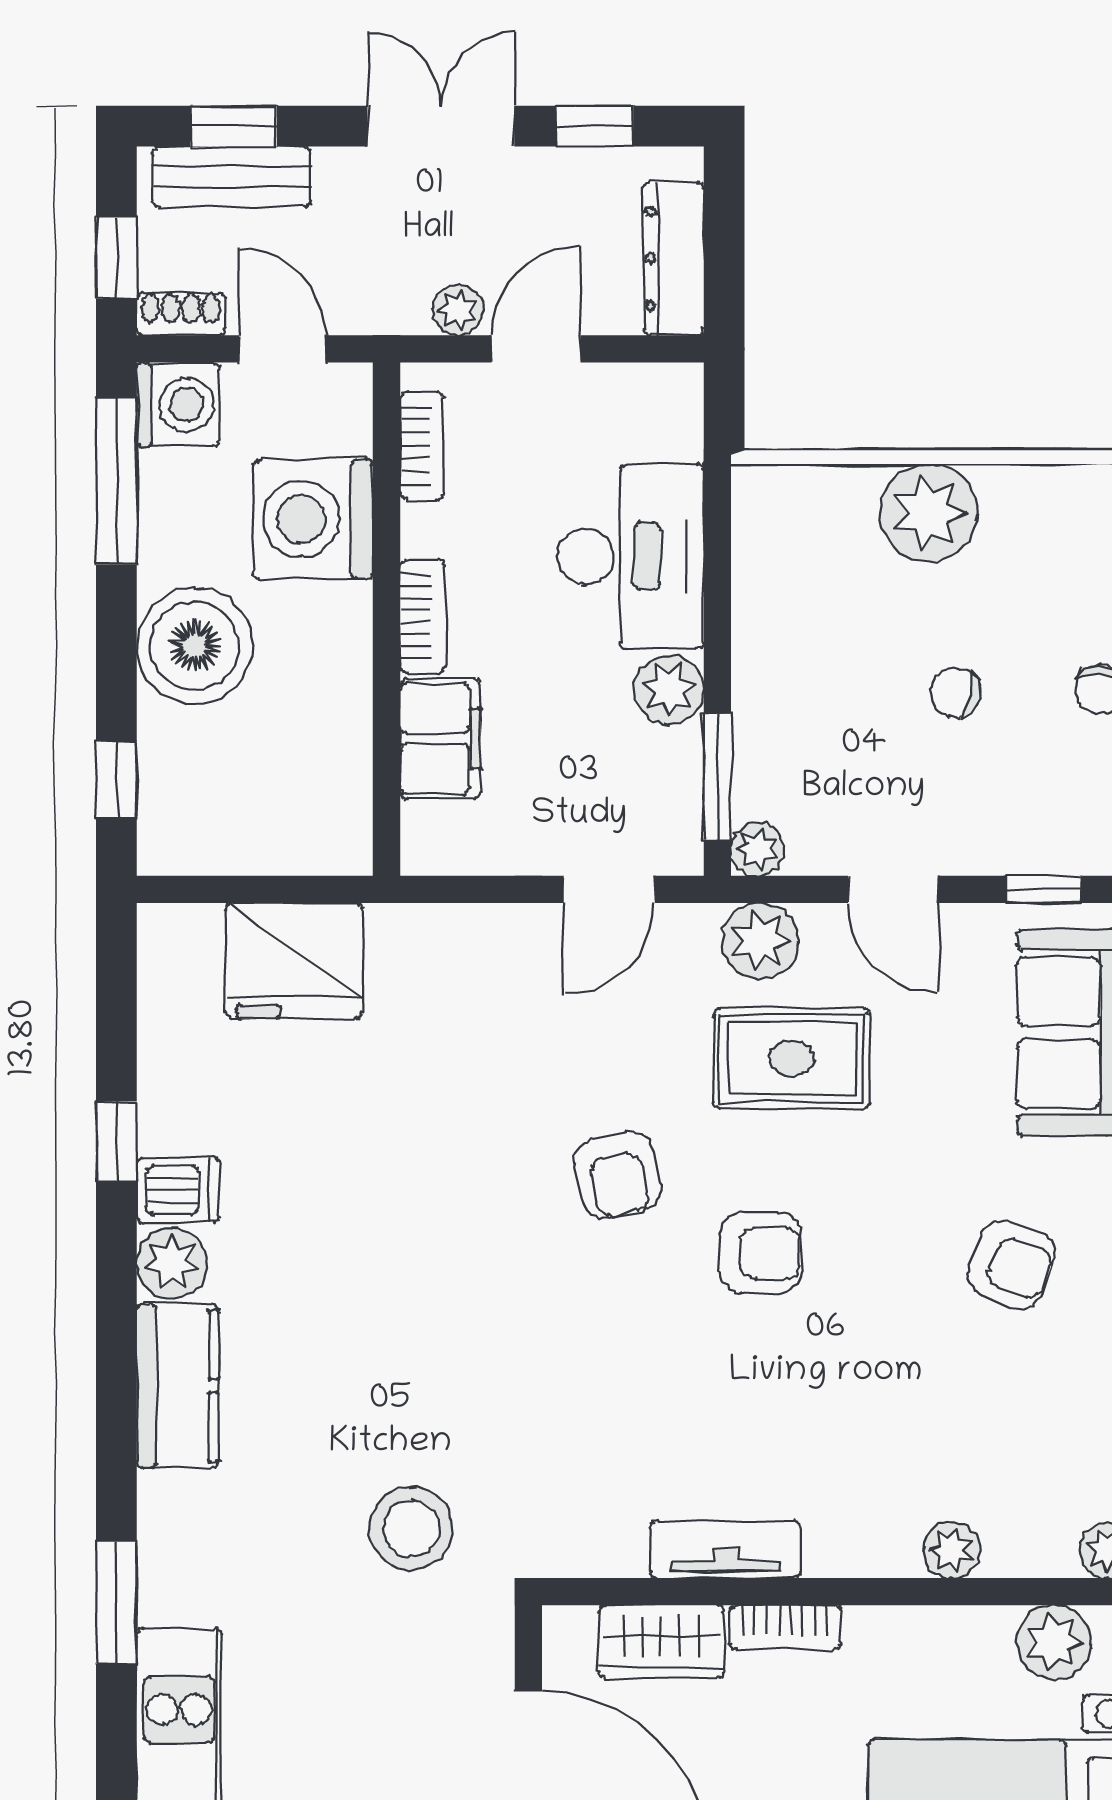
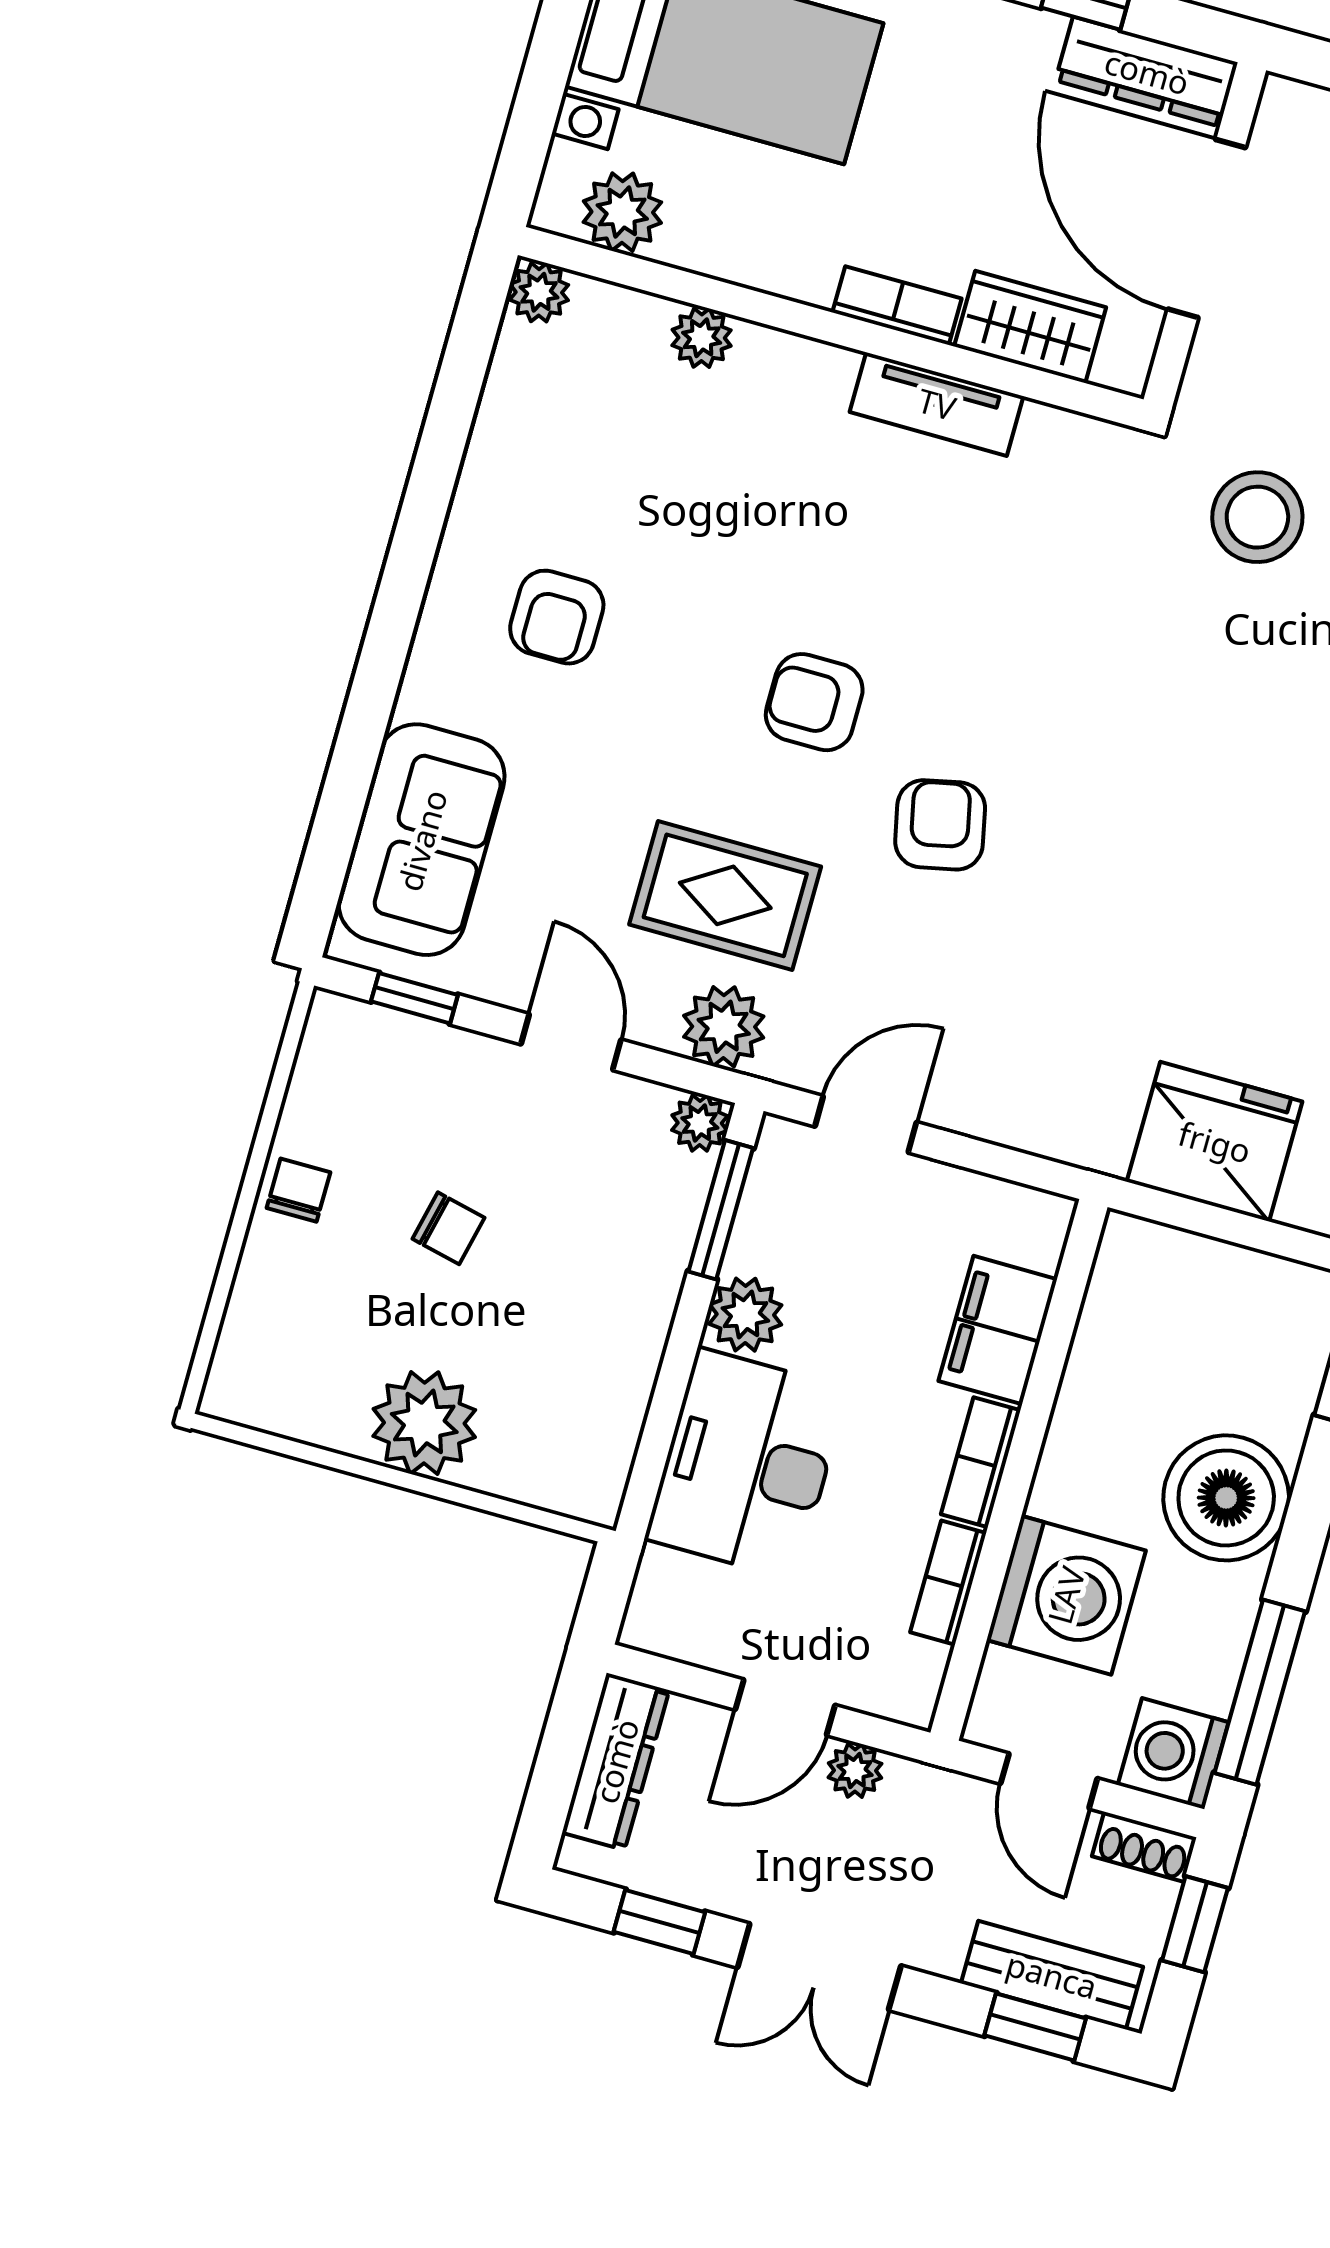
bookcase: (422, 445) -> (948, 1583), moved
armchair: (1011, 1265) -> (557, 617), turned -111

